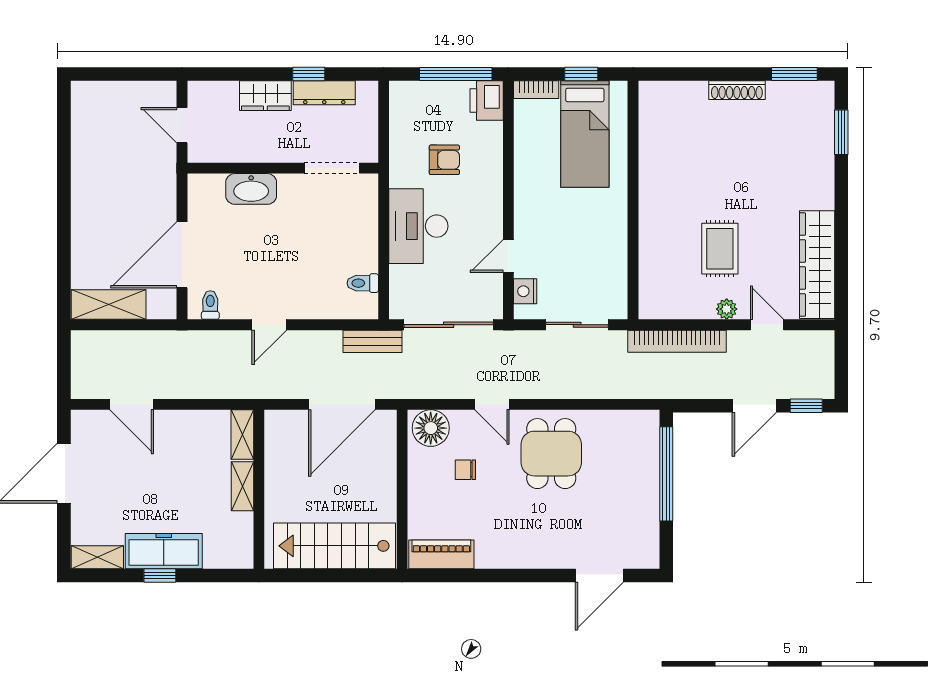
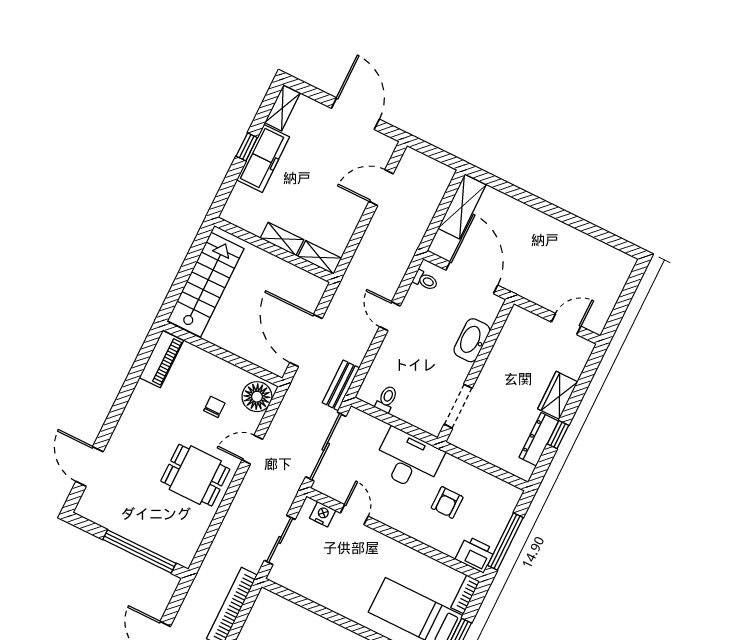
wall: (283, 168) -> (476, 371), moved
doorway: (332, 168) -> (458, 406), moved
washbasin: (251, 189) -> (472, 340), moved

